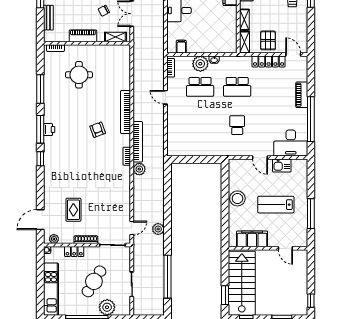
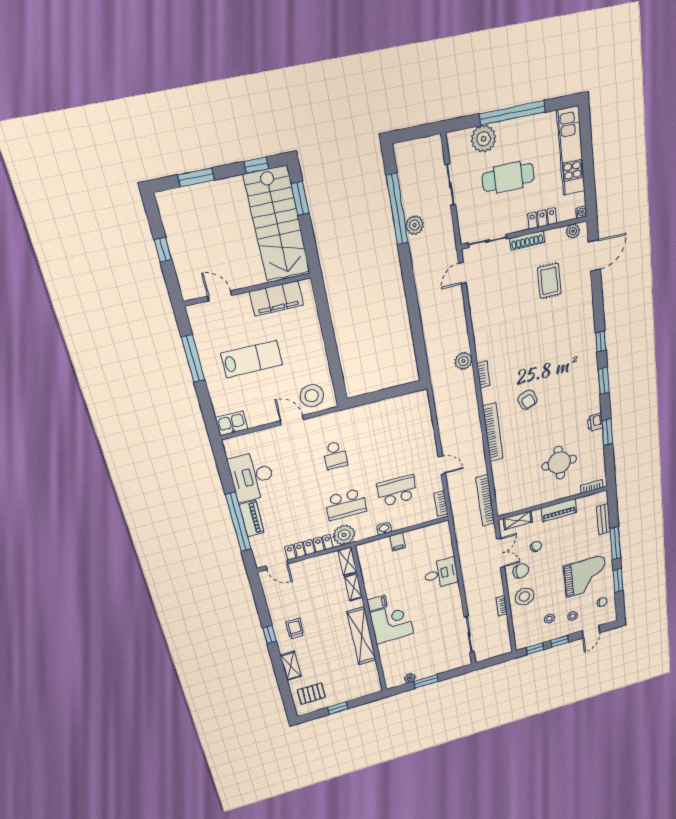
pallet: (268, 40) -> (316, 572), removed
filing cabinet: (181, 47) -> (398, 542), moved
plant: (200, 64) -> (344, 535), moved
school desk: (237, 87) -> (346, 504), turned 180
window: (40, 89) -> (607, 432), width x0.69
window: (311, 119) -> (238, 522), moved
window: (40, 129) -> (604, 381), width x0.69
printer: (49, 130) -> (595, 423), moved
bookcase: (138, 142) -> (485, 501), moved
desk: (291, 143) -> (252, 476), moved, turned -90
kitchen sink: (282, 166) -> (231, 423), moved
stool: (237, 198) -> (312, 396), moved
plant: (158, 229) -> (415, 225), moved
cafe table: (94, 281) -> (508, 177), turned 59
window: (311, 301) -> (163, 250), moved

